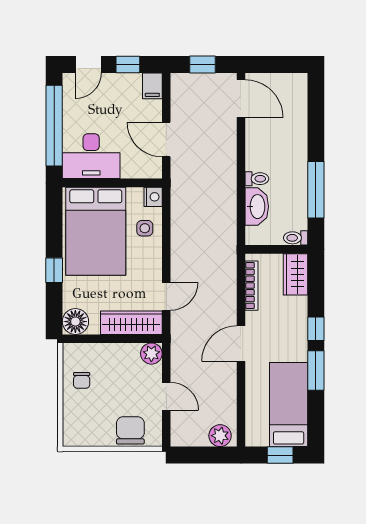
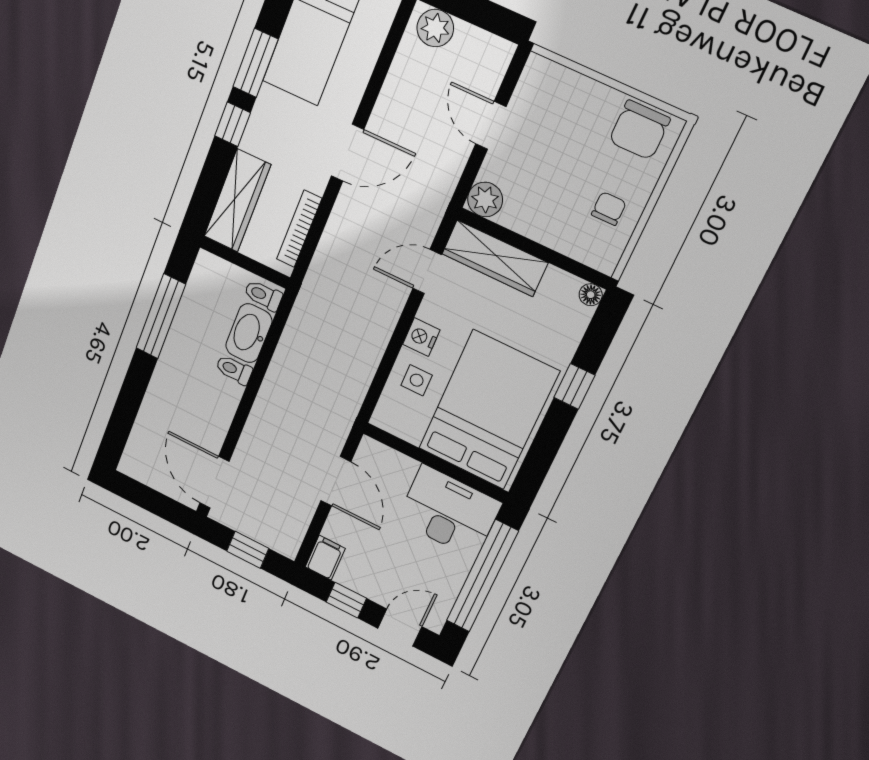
nightstand: (153, 197) -> (421, 337), moved
toilet: (296, 238) -> (263, 295), moved, turned 180
wardrobe: (295, 274) -> (237, 201), width x1.50
floor lamp: (75, 322) -> (591, 295), width x0.53, depth x0.53
chair: (130, 430) -> (639, 130), moved

